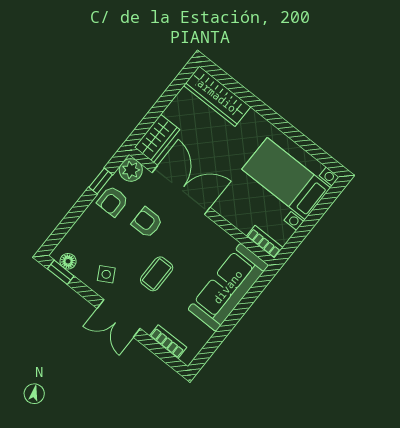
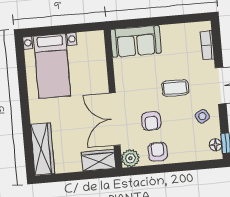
window: (101, 181) -> (153, 169), removed
armchair: (113, 201) -> (158, 152), turned -90
bookcase: (265, 242) -> (99, 44), removed
sofa: (228, 287) -> (136, 41), width x0.73

